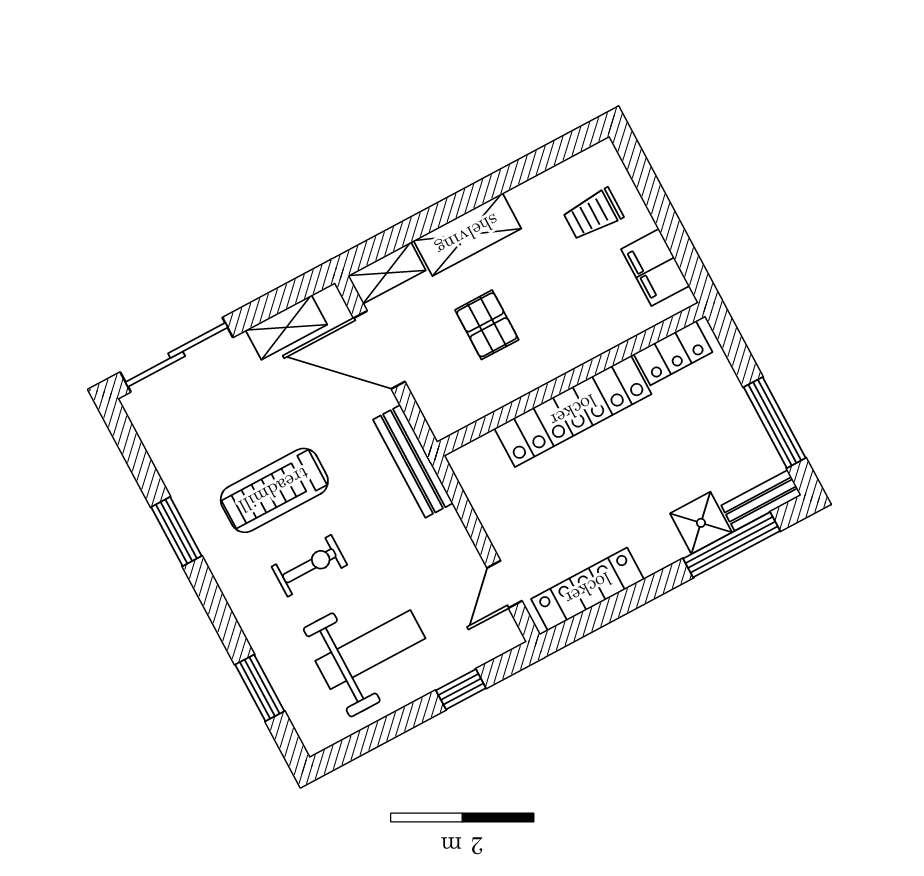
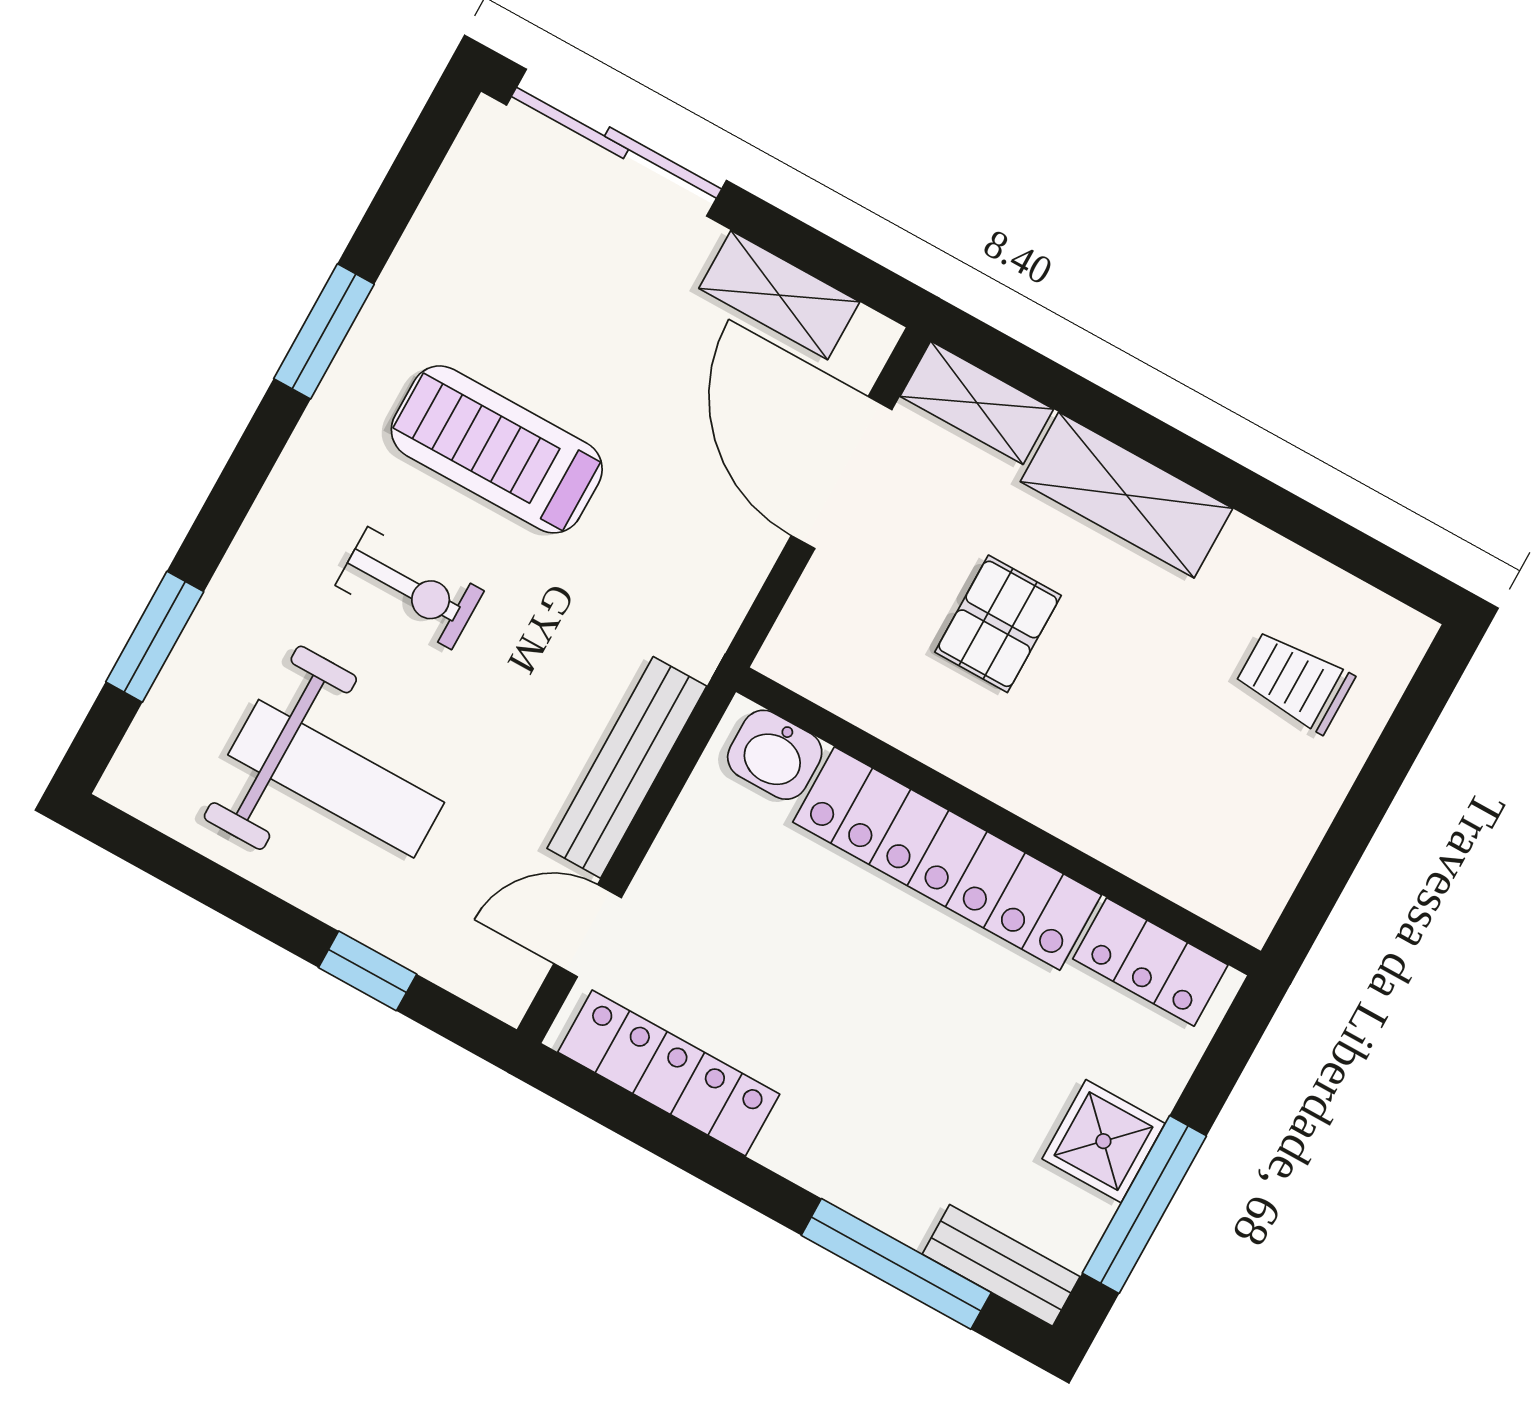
filing cabinet: (655, 267) -> (1273, 841), removed
washbasin: (481, 456) -> (775, 755), added
bench: (413, 461) -> (627, 767), moved
shower: (701, 523) -> (1103, 1141), moved

